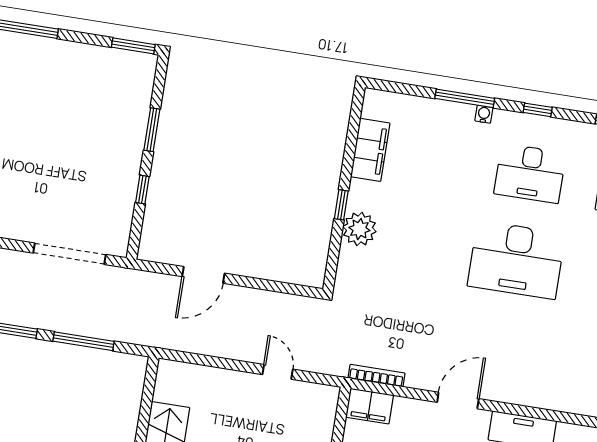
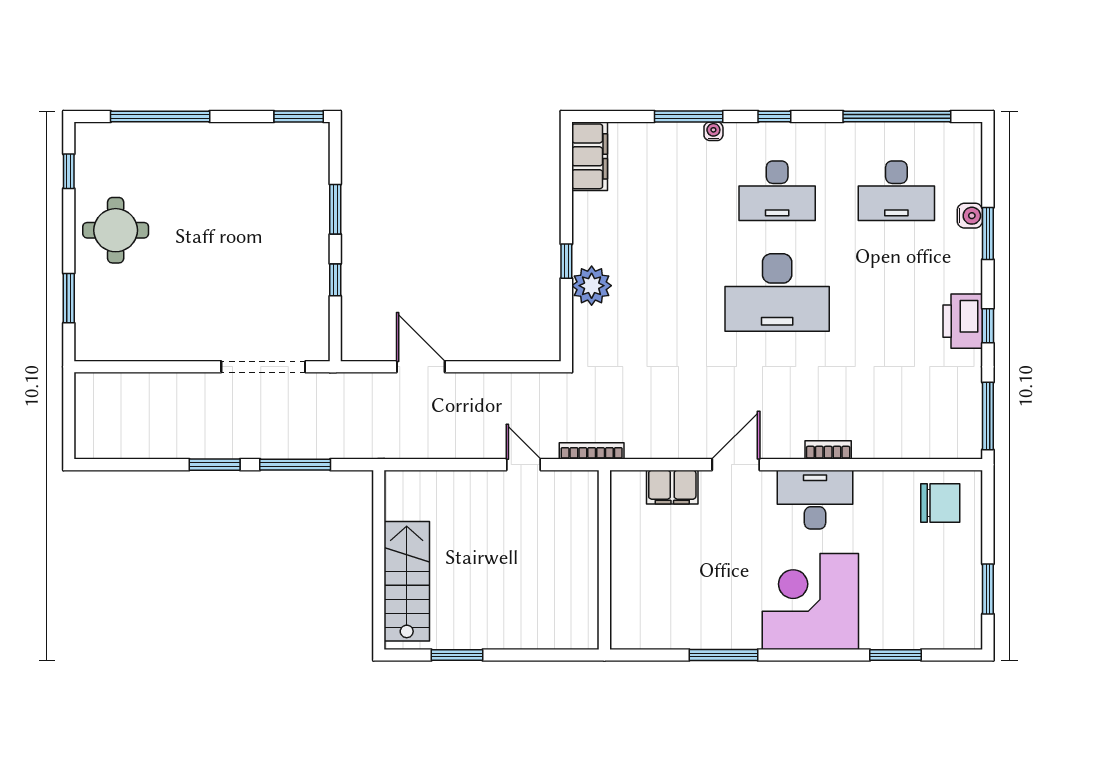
filing cabinet: (370, 150) -> (590, 156), moved
door: (203, 275) -> (421, 367), swing flipped
bookcase: (376, 376) -> (592, 451), moved
bookcase: (538, 400) -> (828, 450), added
filing cabinet: (370, 406) -> (672, 487), moved

